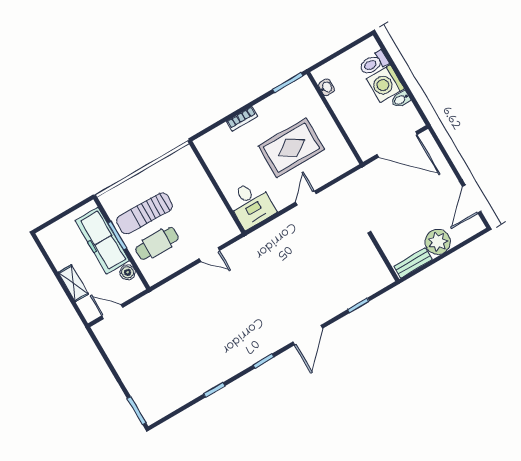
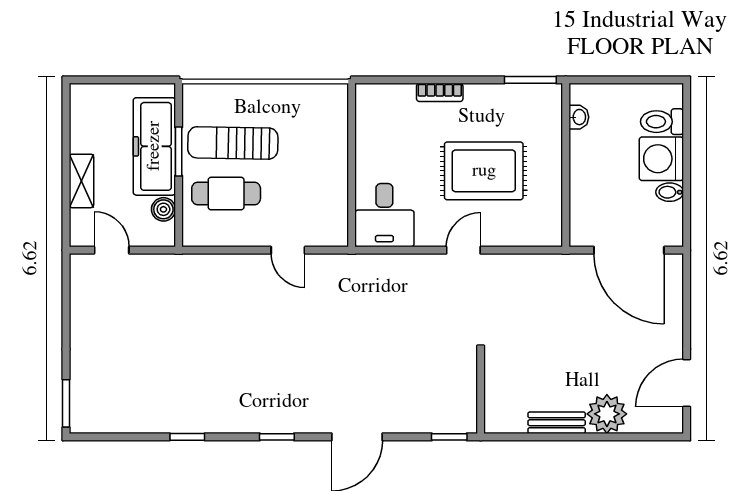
wall: (384, 258) -> (481, 393), moved

